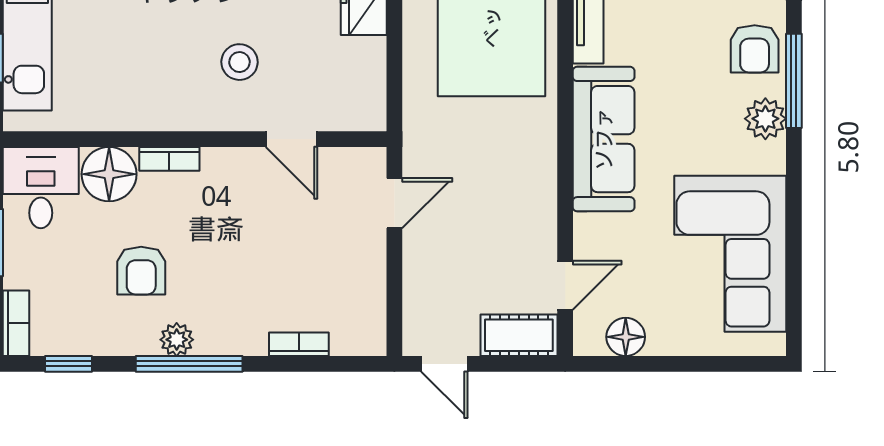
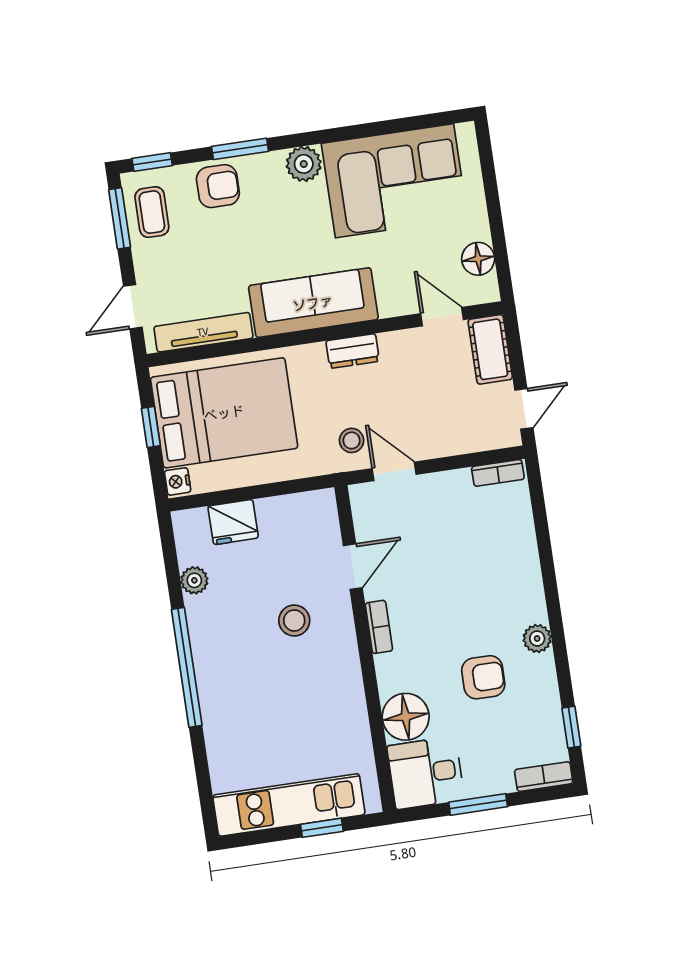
window: (794, 81) -> (240, 149), width x0.69
plant: (765, 119) -> (304, 164), moved
bookcase: (169, 159) -> (379, 627), moved
stool: (438, 159) -> (352, 440), added
dresser: (541, 176) -> (353, 351), added
bookcase: (299, 344) -> (498, 473), moved, turned -90
window: (189, 364) -> (556, 625), removed

